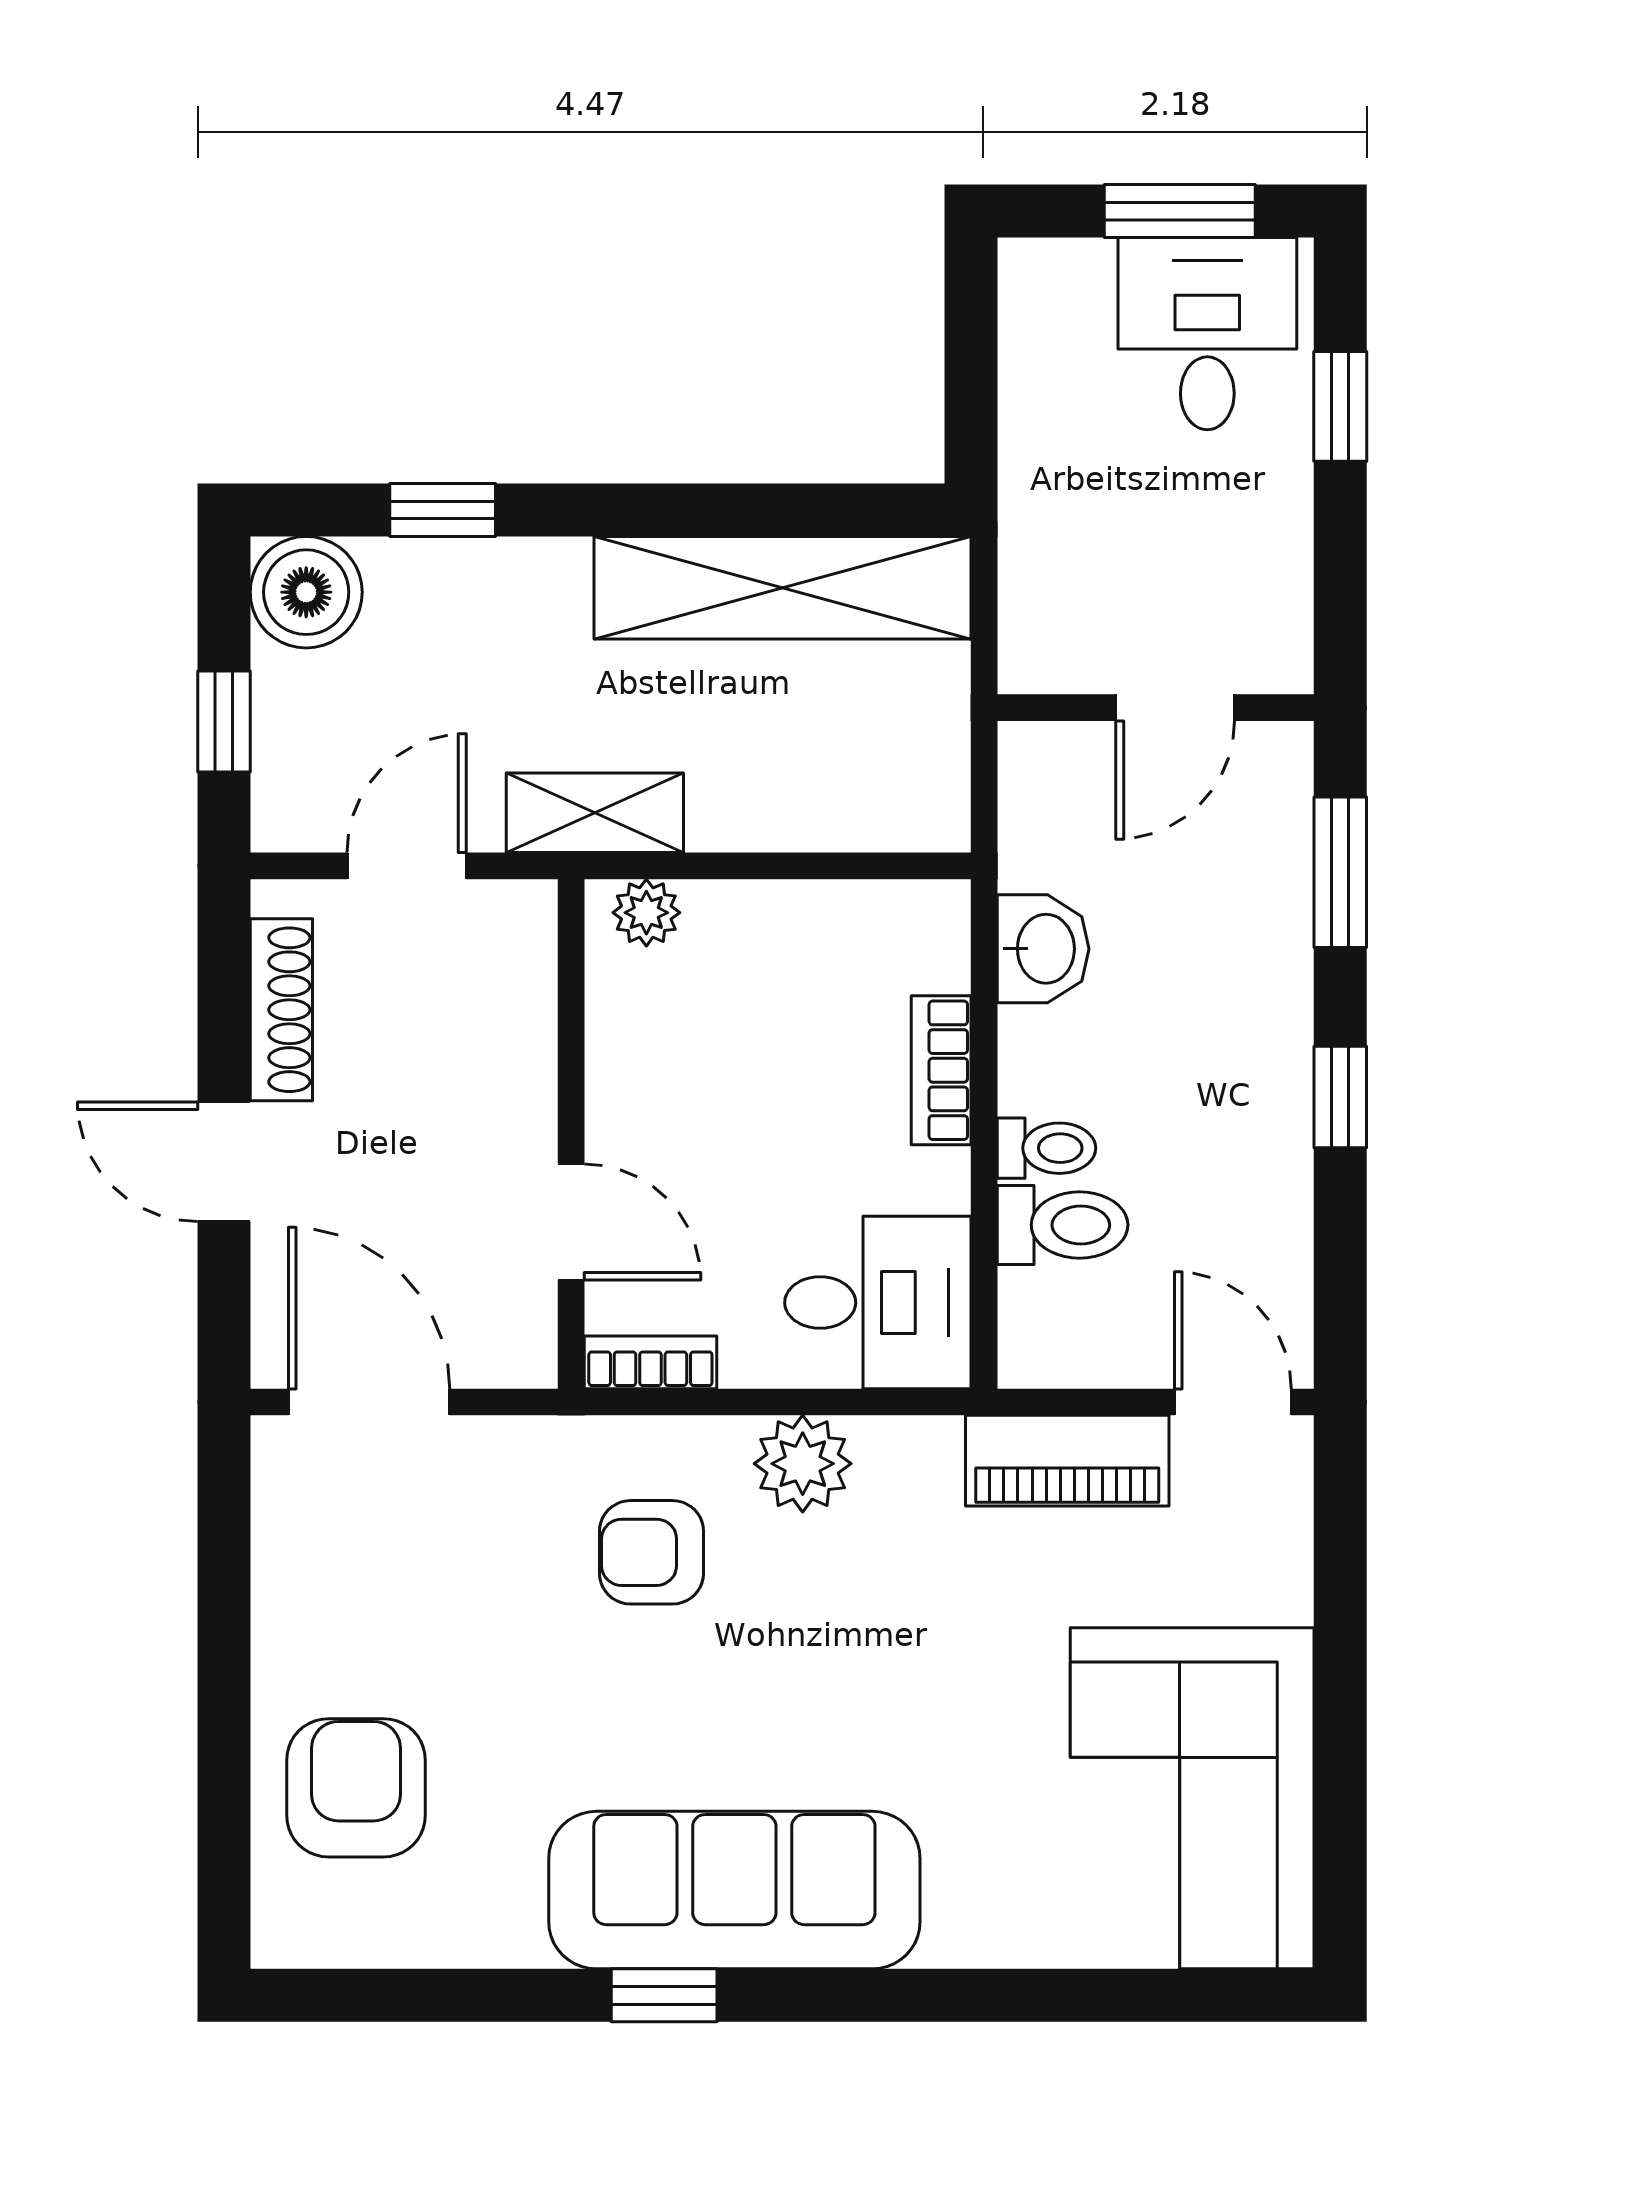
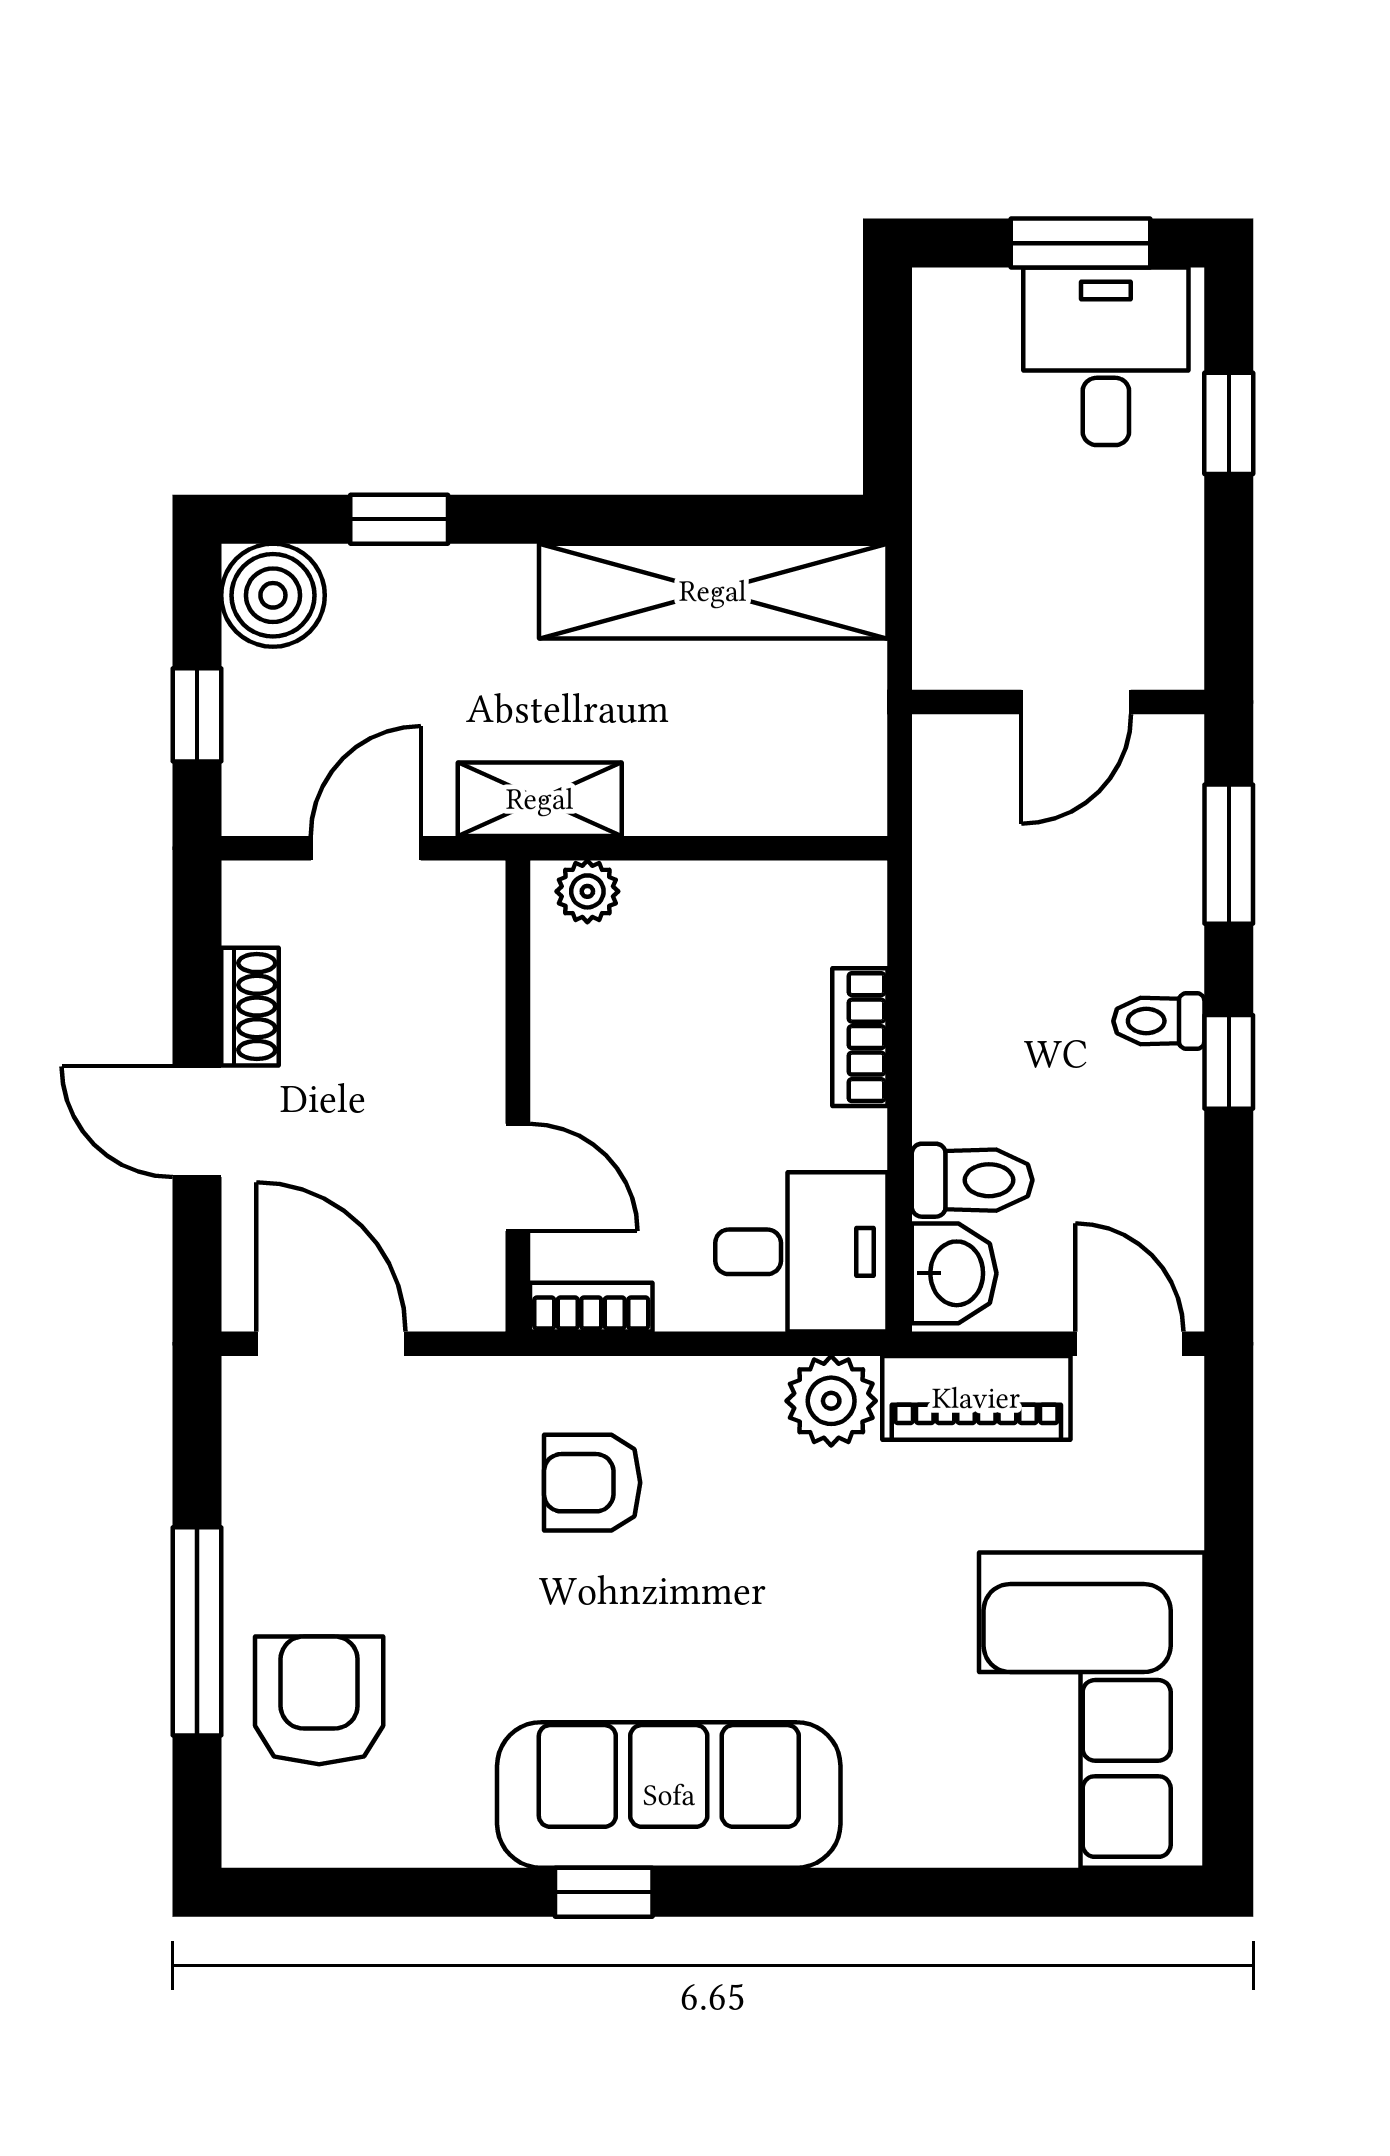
washbasin: (1043, 949) -> (954, 1273), moved
shoe rack: (281, 1010) -> (250, 1007), width x0.70
toilet: (1046, 1148) -> (1159, 1021), moved, turned 180
plant: (803, 1464) -> (831, 1401), moved
window: (224, 1713) -> (197, 1631), added

